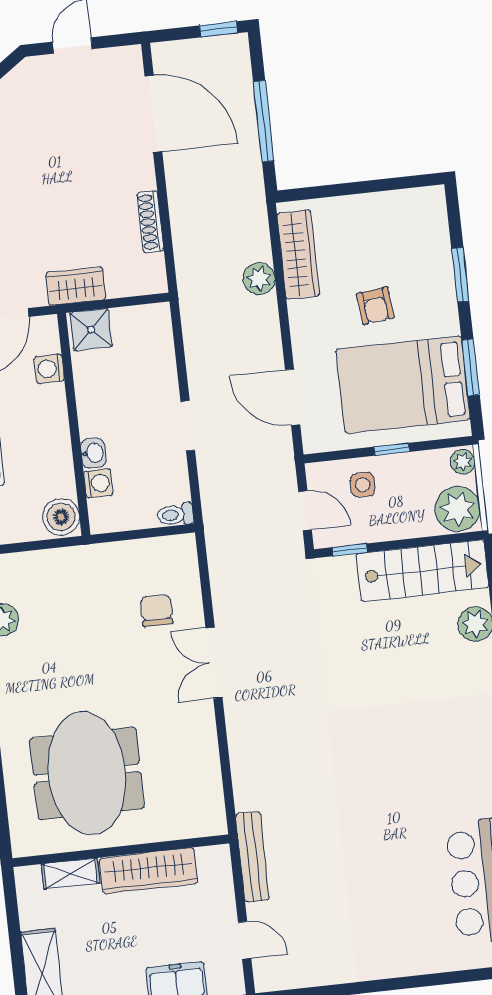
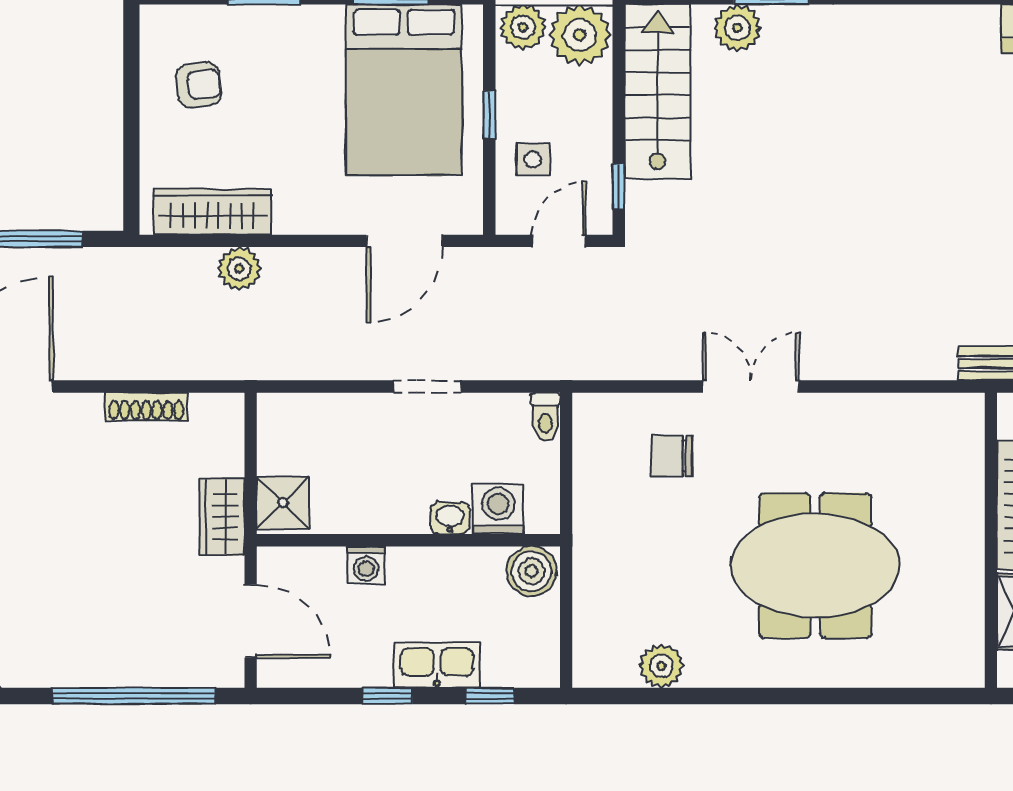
armchair: (375, 306) -> (199, 85), moved
washing machine: (49, 369) -> (366, 565), moved
plant: (463, 462) -> (523, 27), width x1.38, depth x1.38
washing machine: (98, 483) -> (498, 509), width x1.38, depth x1.38
double door: (214, 663) -> (751, 387), swing flipped
meeting table: (87, 773) -> (815, 566), moved

